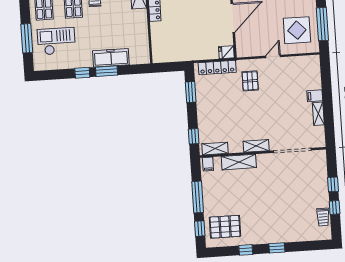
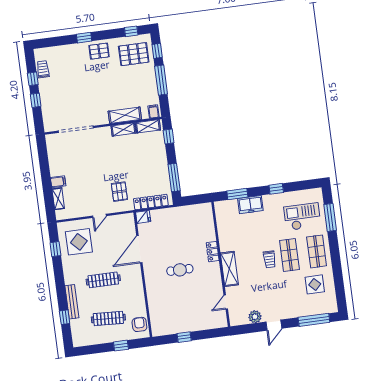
window: (322, 24) -> (55, 249), width x0.46
checkout: (56, 41) -> (302, 217), turned 180
freezer: (111, 58) -> (250, 205), width x0.71
window: (107, 71) -> (237, 194), moved
window: (191, 92) -> (174, 178), width x1.44
shelving: (318, 114) -> (58, 199), moved
shelving: (256, 146) -> (123, 130), moved
pallet: (262, 232) -> (99, 51), added
window: (246, 250) -> (131, 31), moved

